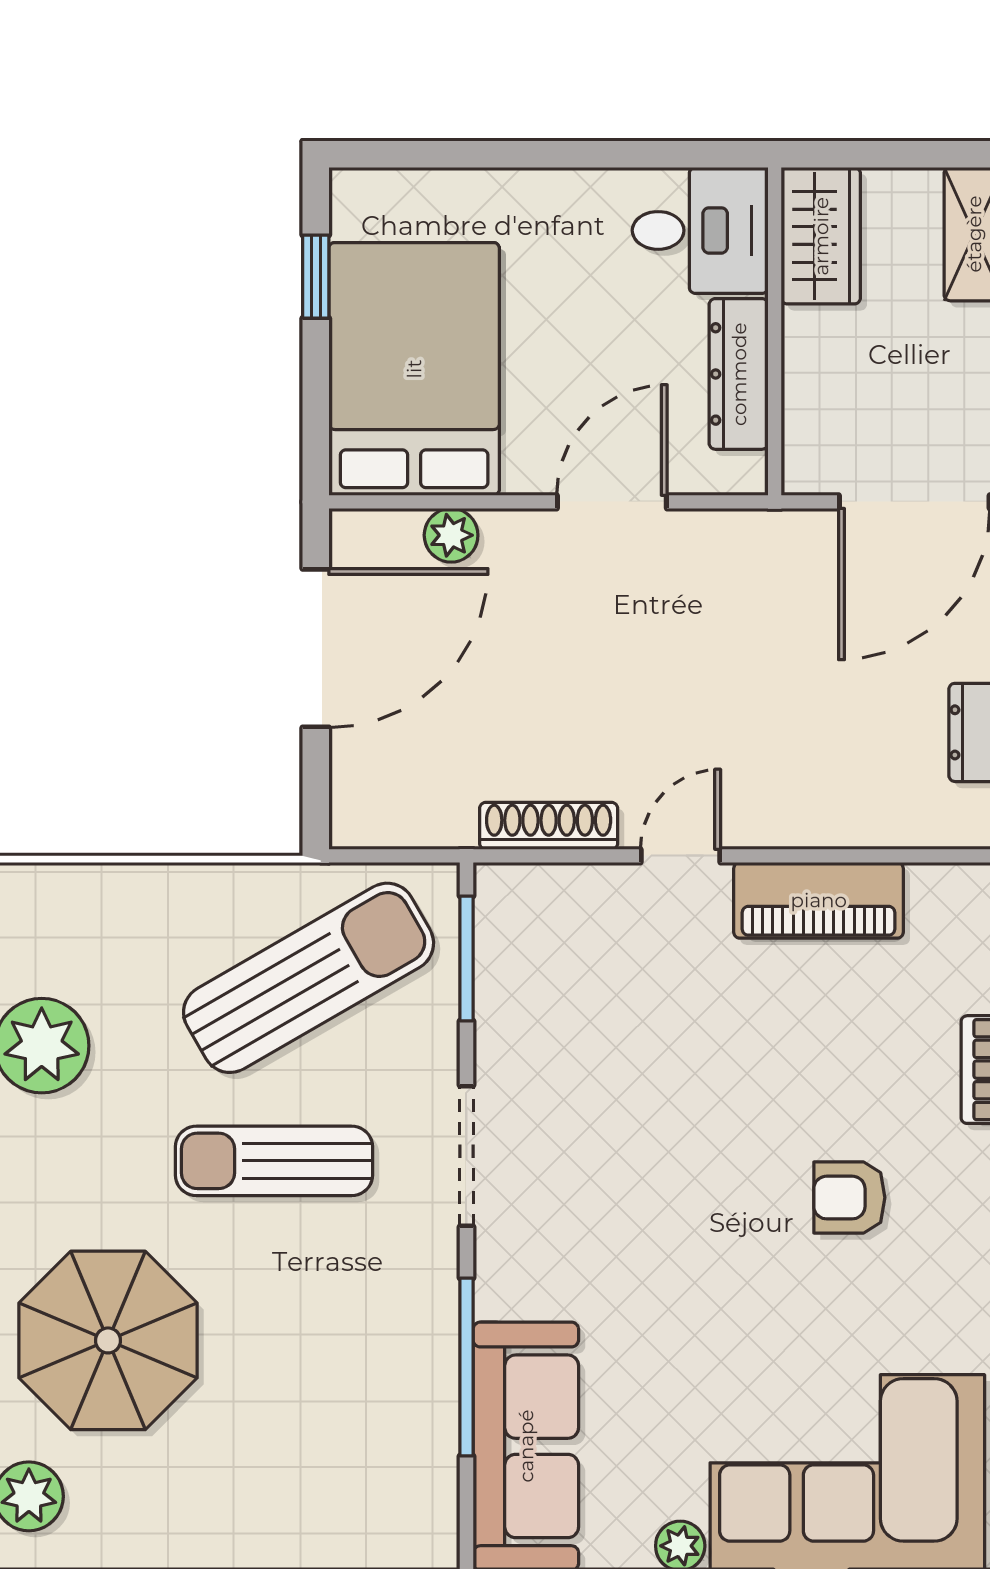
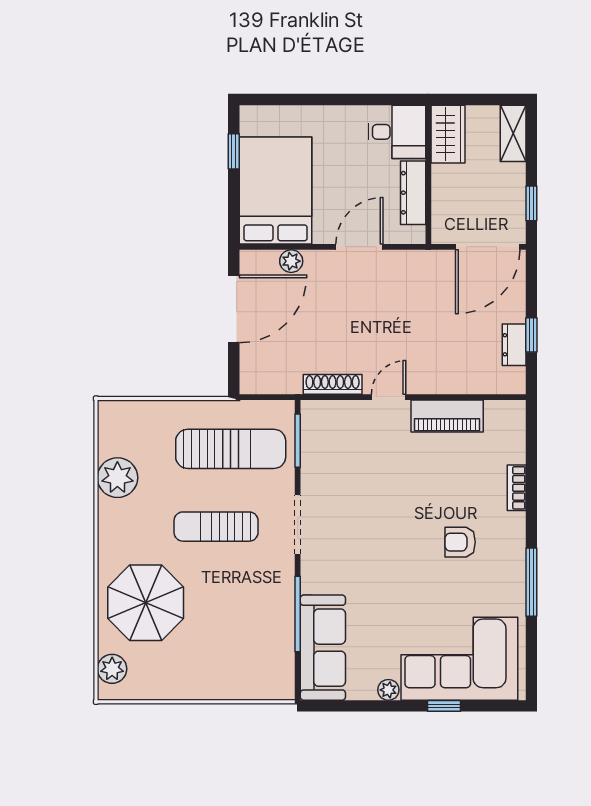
sun lounger: (309, 978) -> (231, 449), turned 30

